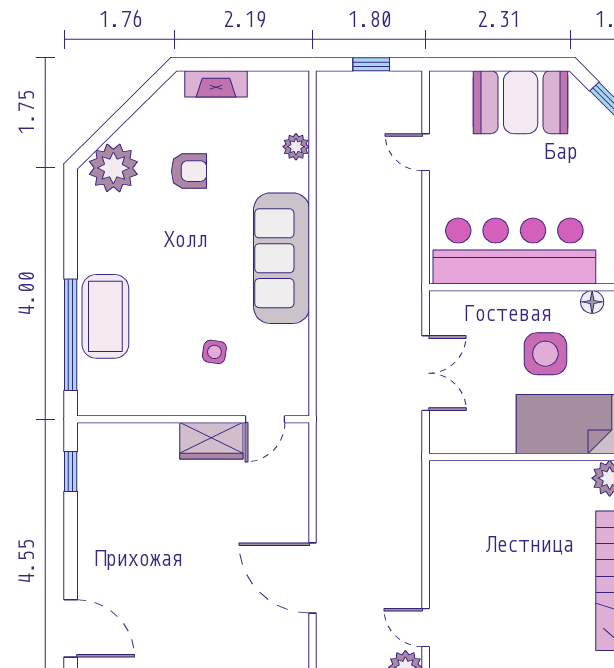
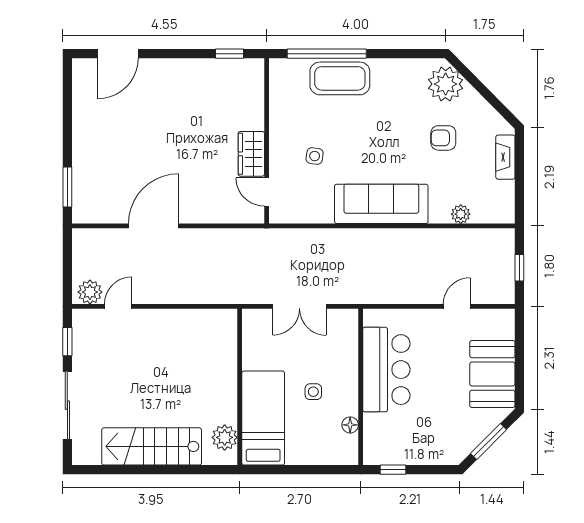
armchair: (189, 171) -> (443, 138), turned 90
bar counter: (514, 251) -> (386, 370), width x0.73
side table: (545, 354) -> (313, 392), width x0.54, depth x0.54

